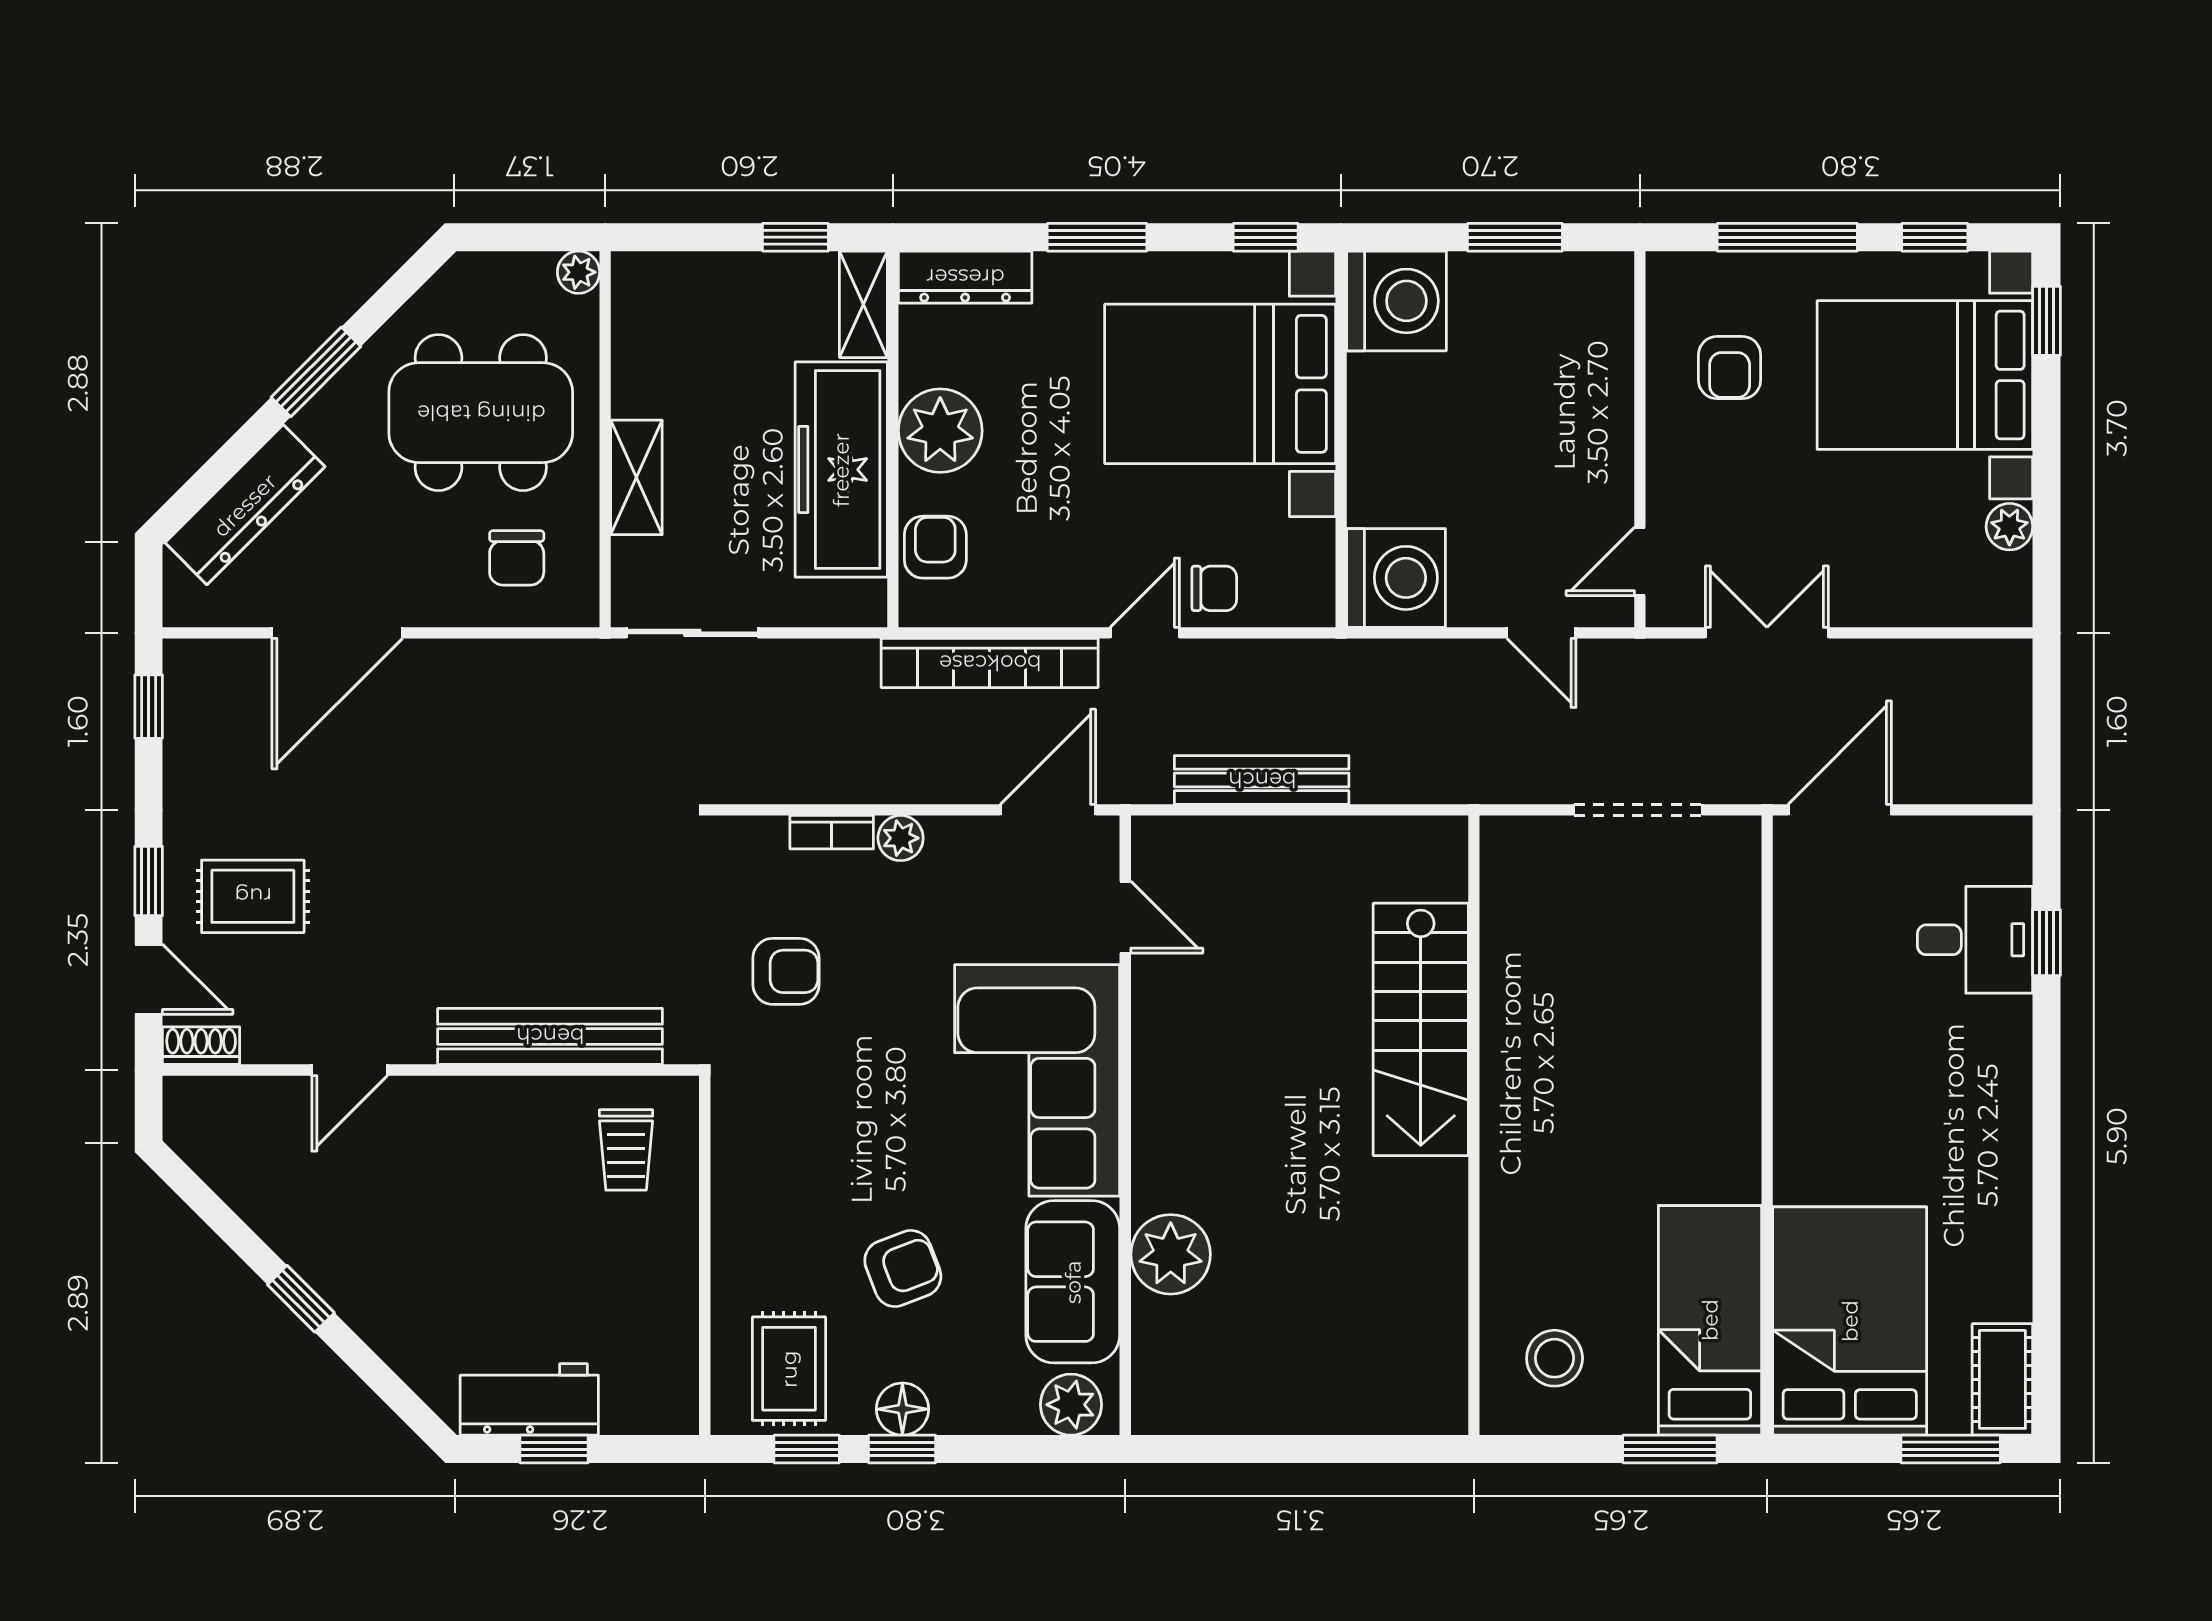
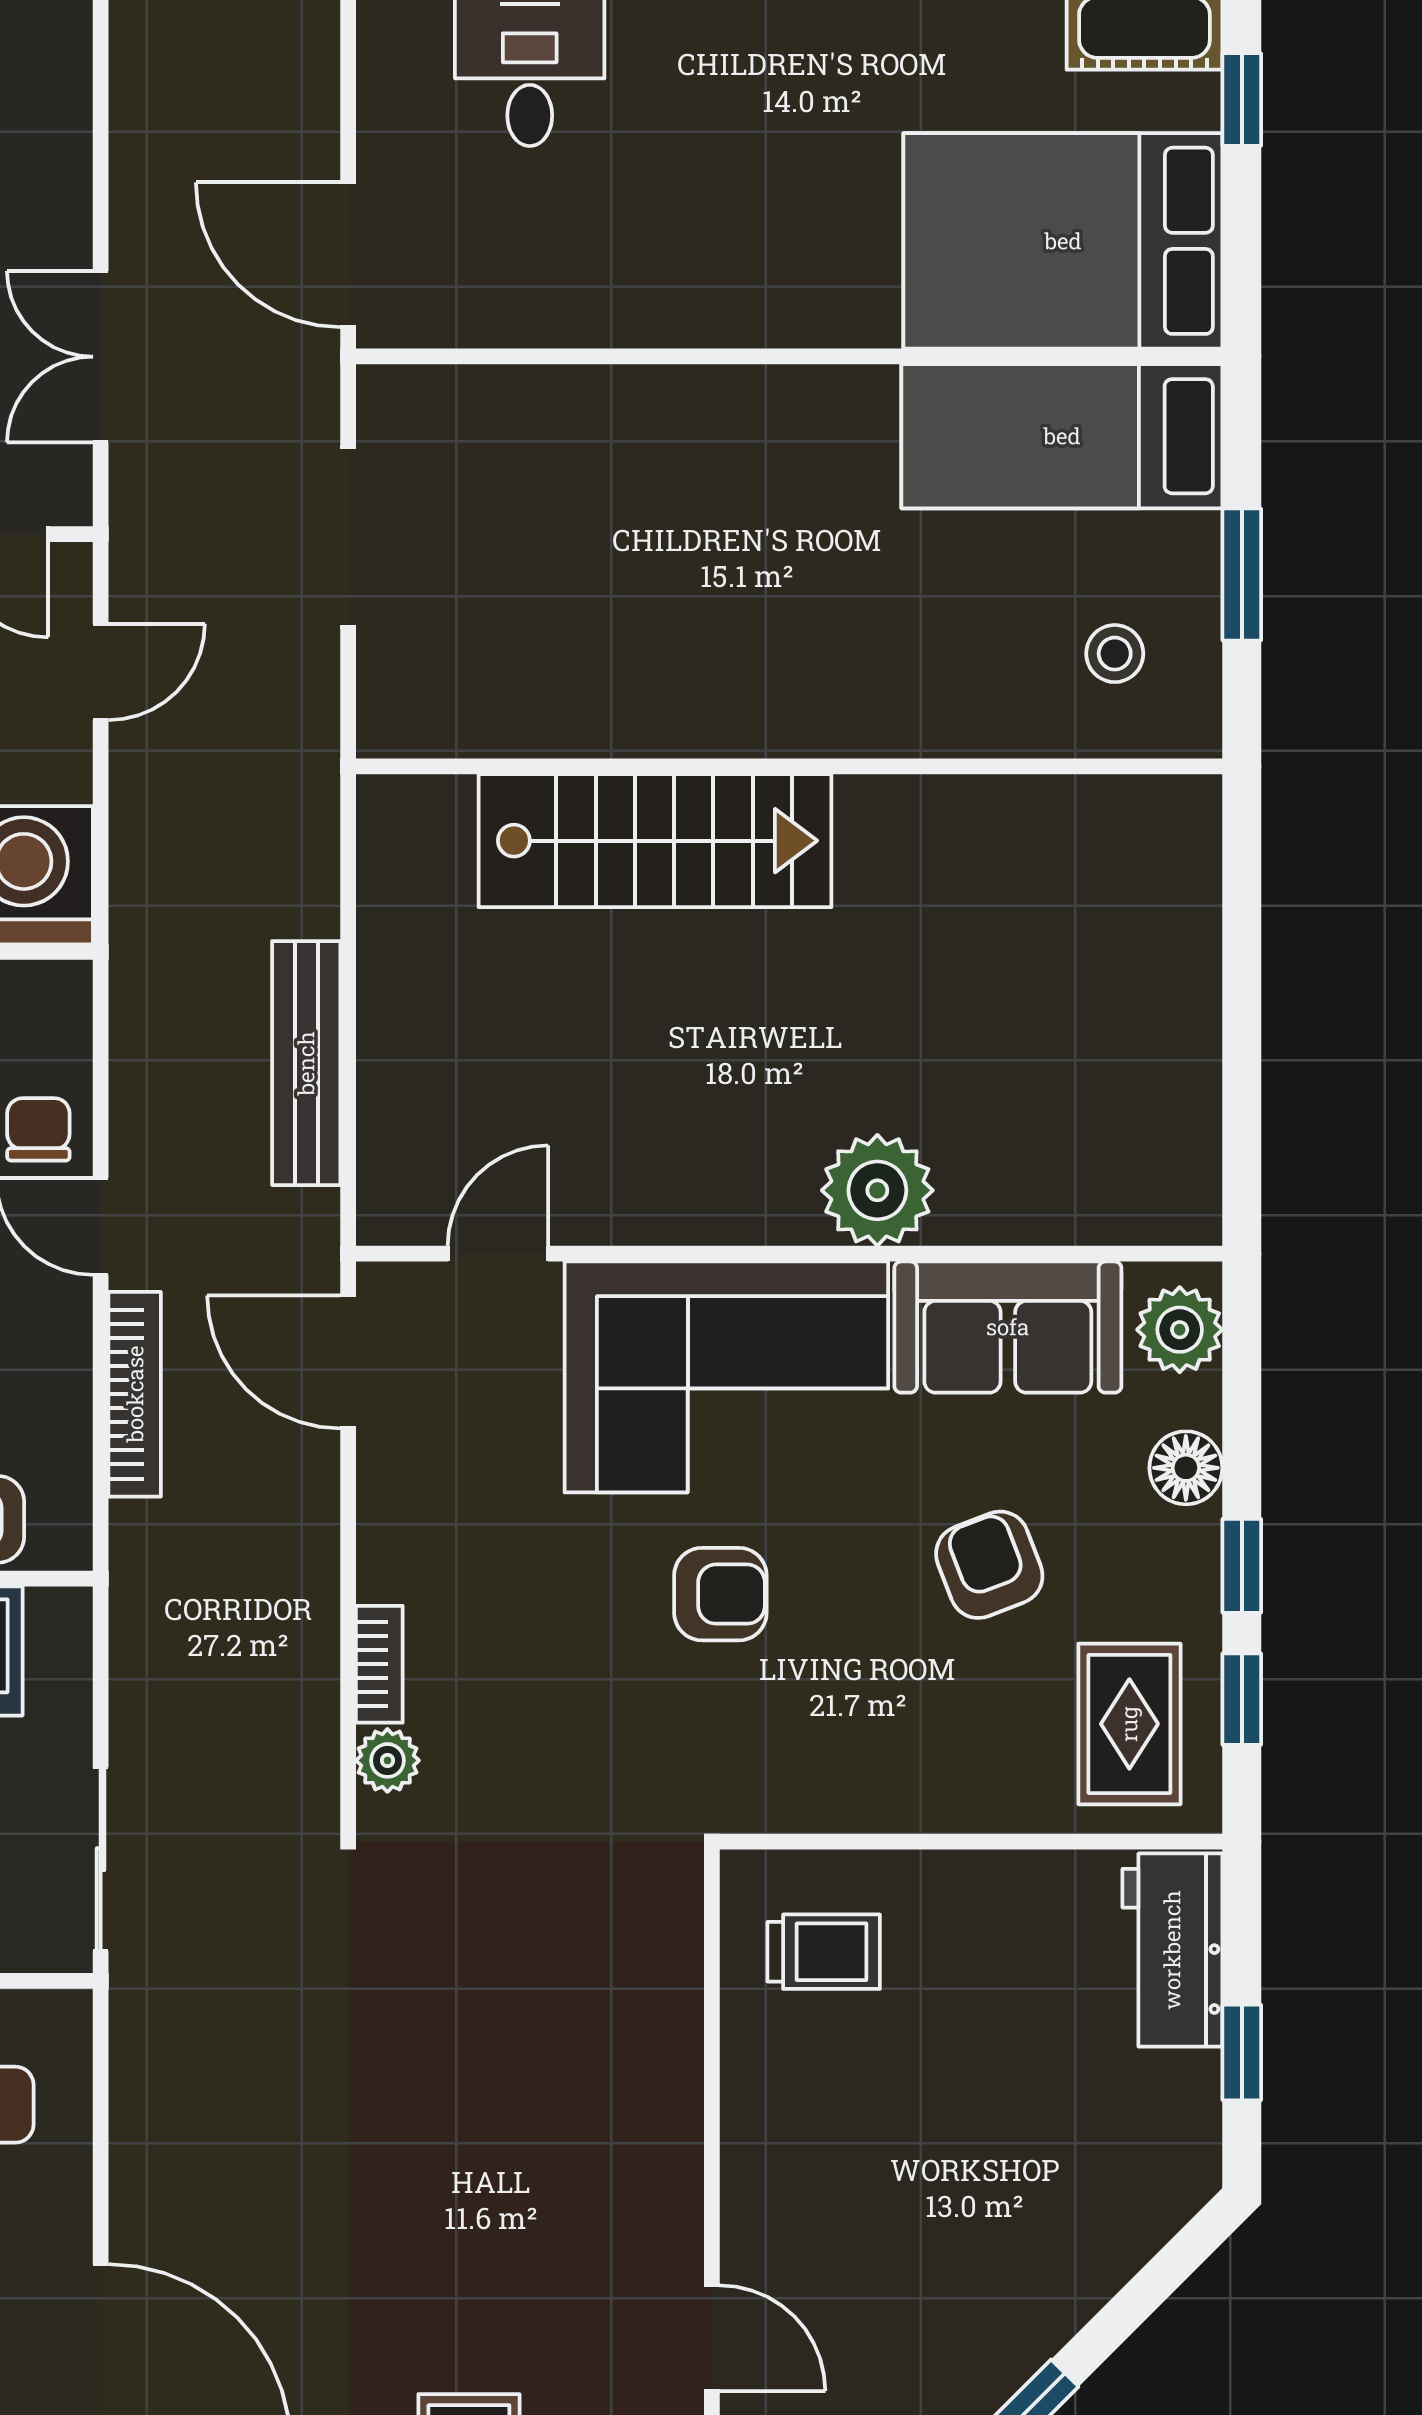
bookcase: (990, 663) -> (135, 1394), width x0.68, depth x0.76
plant: (901, 838) -> (387, 1760), moved
armchair: (786, 971) -> (720, 1594), moved, turned 90
bench: (550, 1036) -> (665, 2058), removed
plant: (1171, 1254) -> (877, 1190), moved
stool: (1555, 1358) -> (1115, 654), width x0.73, depth x0.73
rug: (789, 1369) -> (1129, 1724), turned 90
workbench: (529, 1399) -> (1172, 1950), moved
floor lamp: (902, 1409) -> (1186, 1468), moved
window: (1670, 1449) -> (1242, 574), moved
window: (1951, 1449) -> (1242, 100), width x0.67

